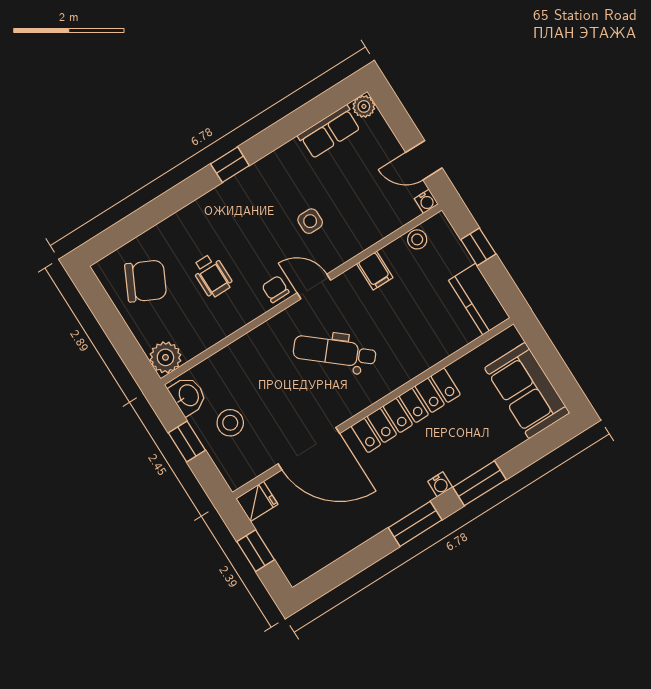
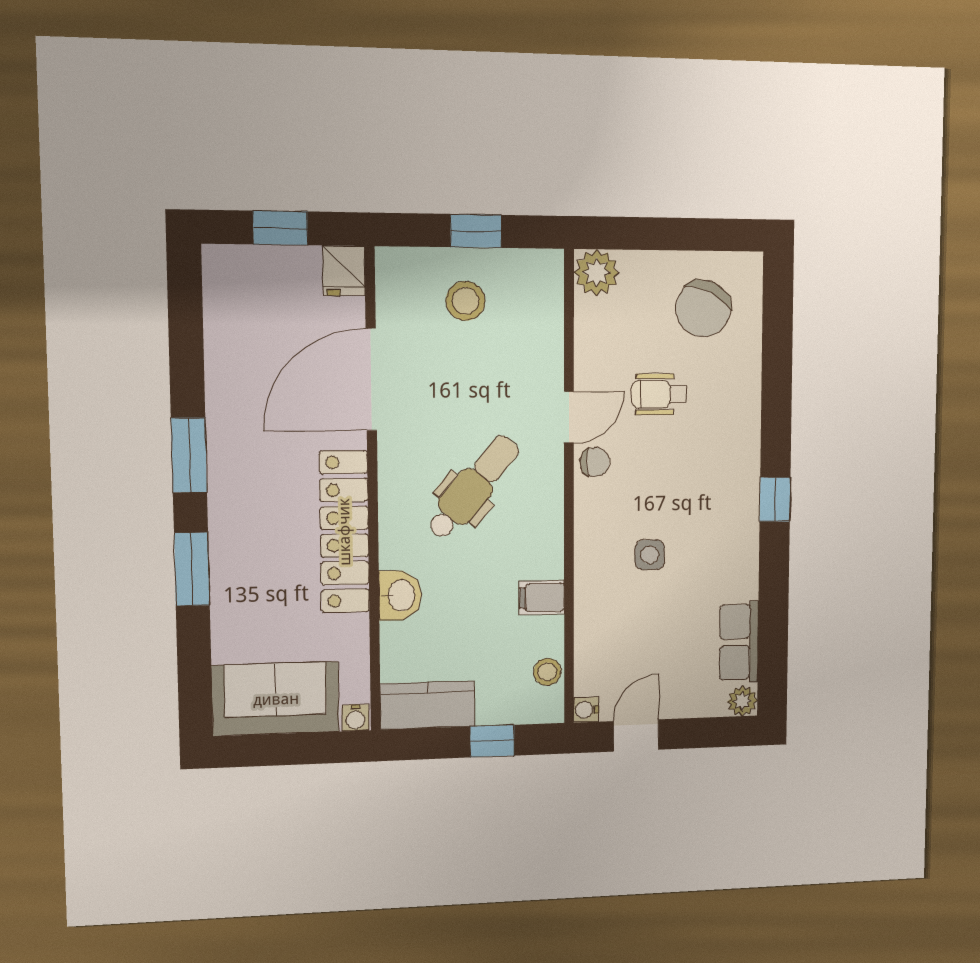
door: (314, 286) -> (569, 417), moved
washbasin: (188, 396) -> (400, 595), moved, turned -90
water cooler: (440, 484) -> (355, 718), moved, turned -90

